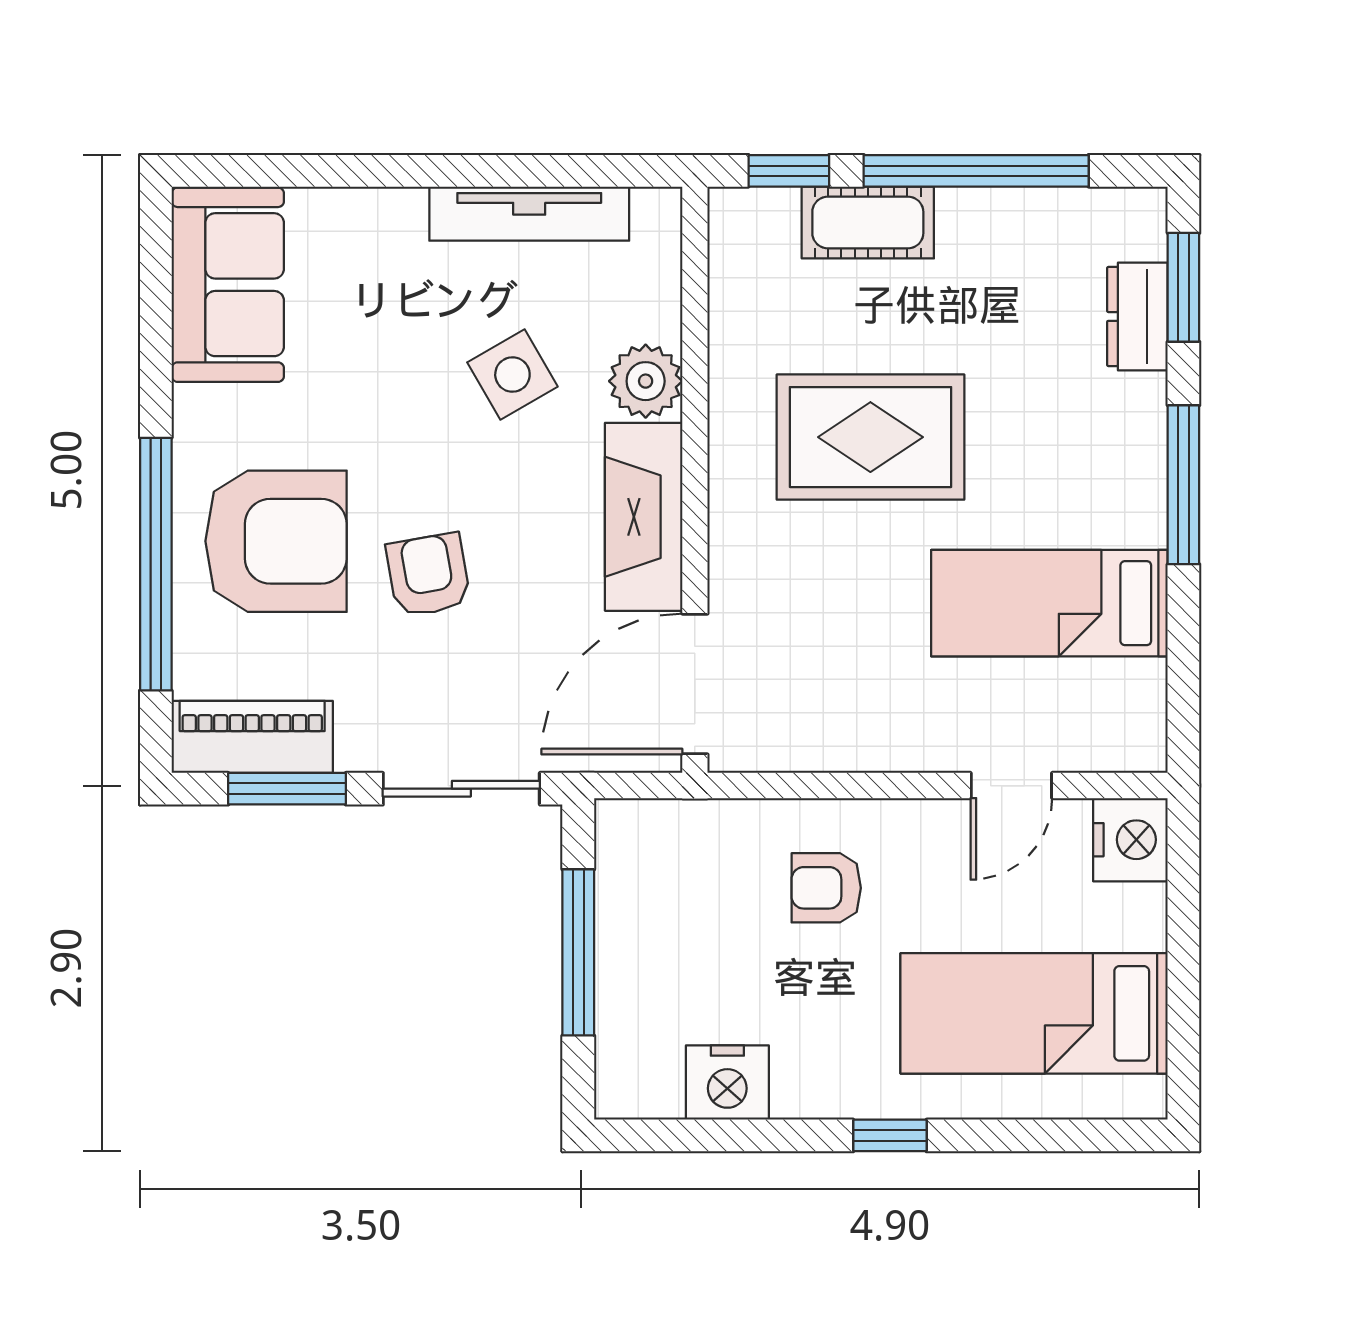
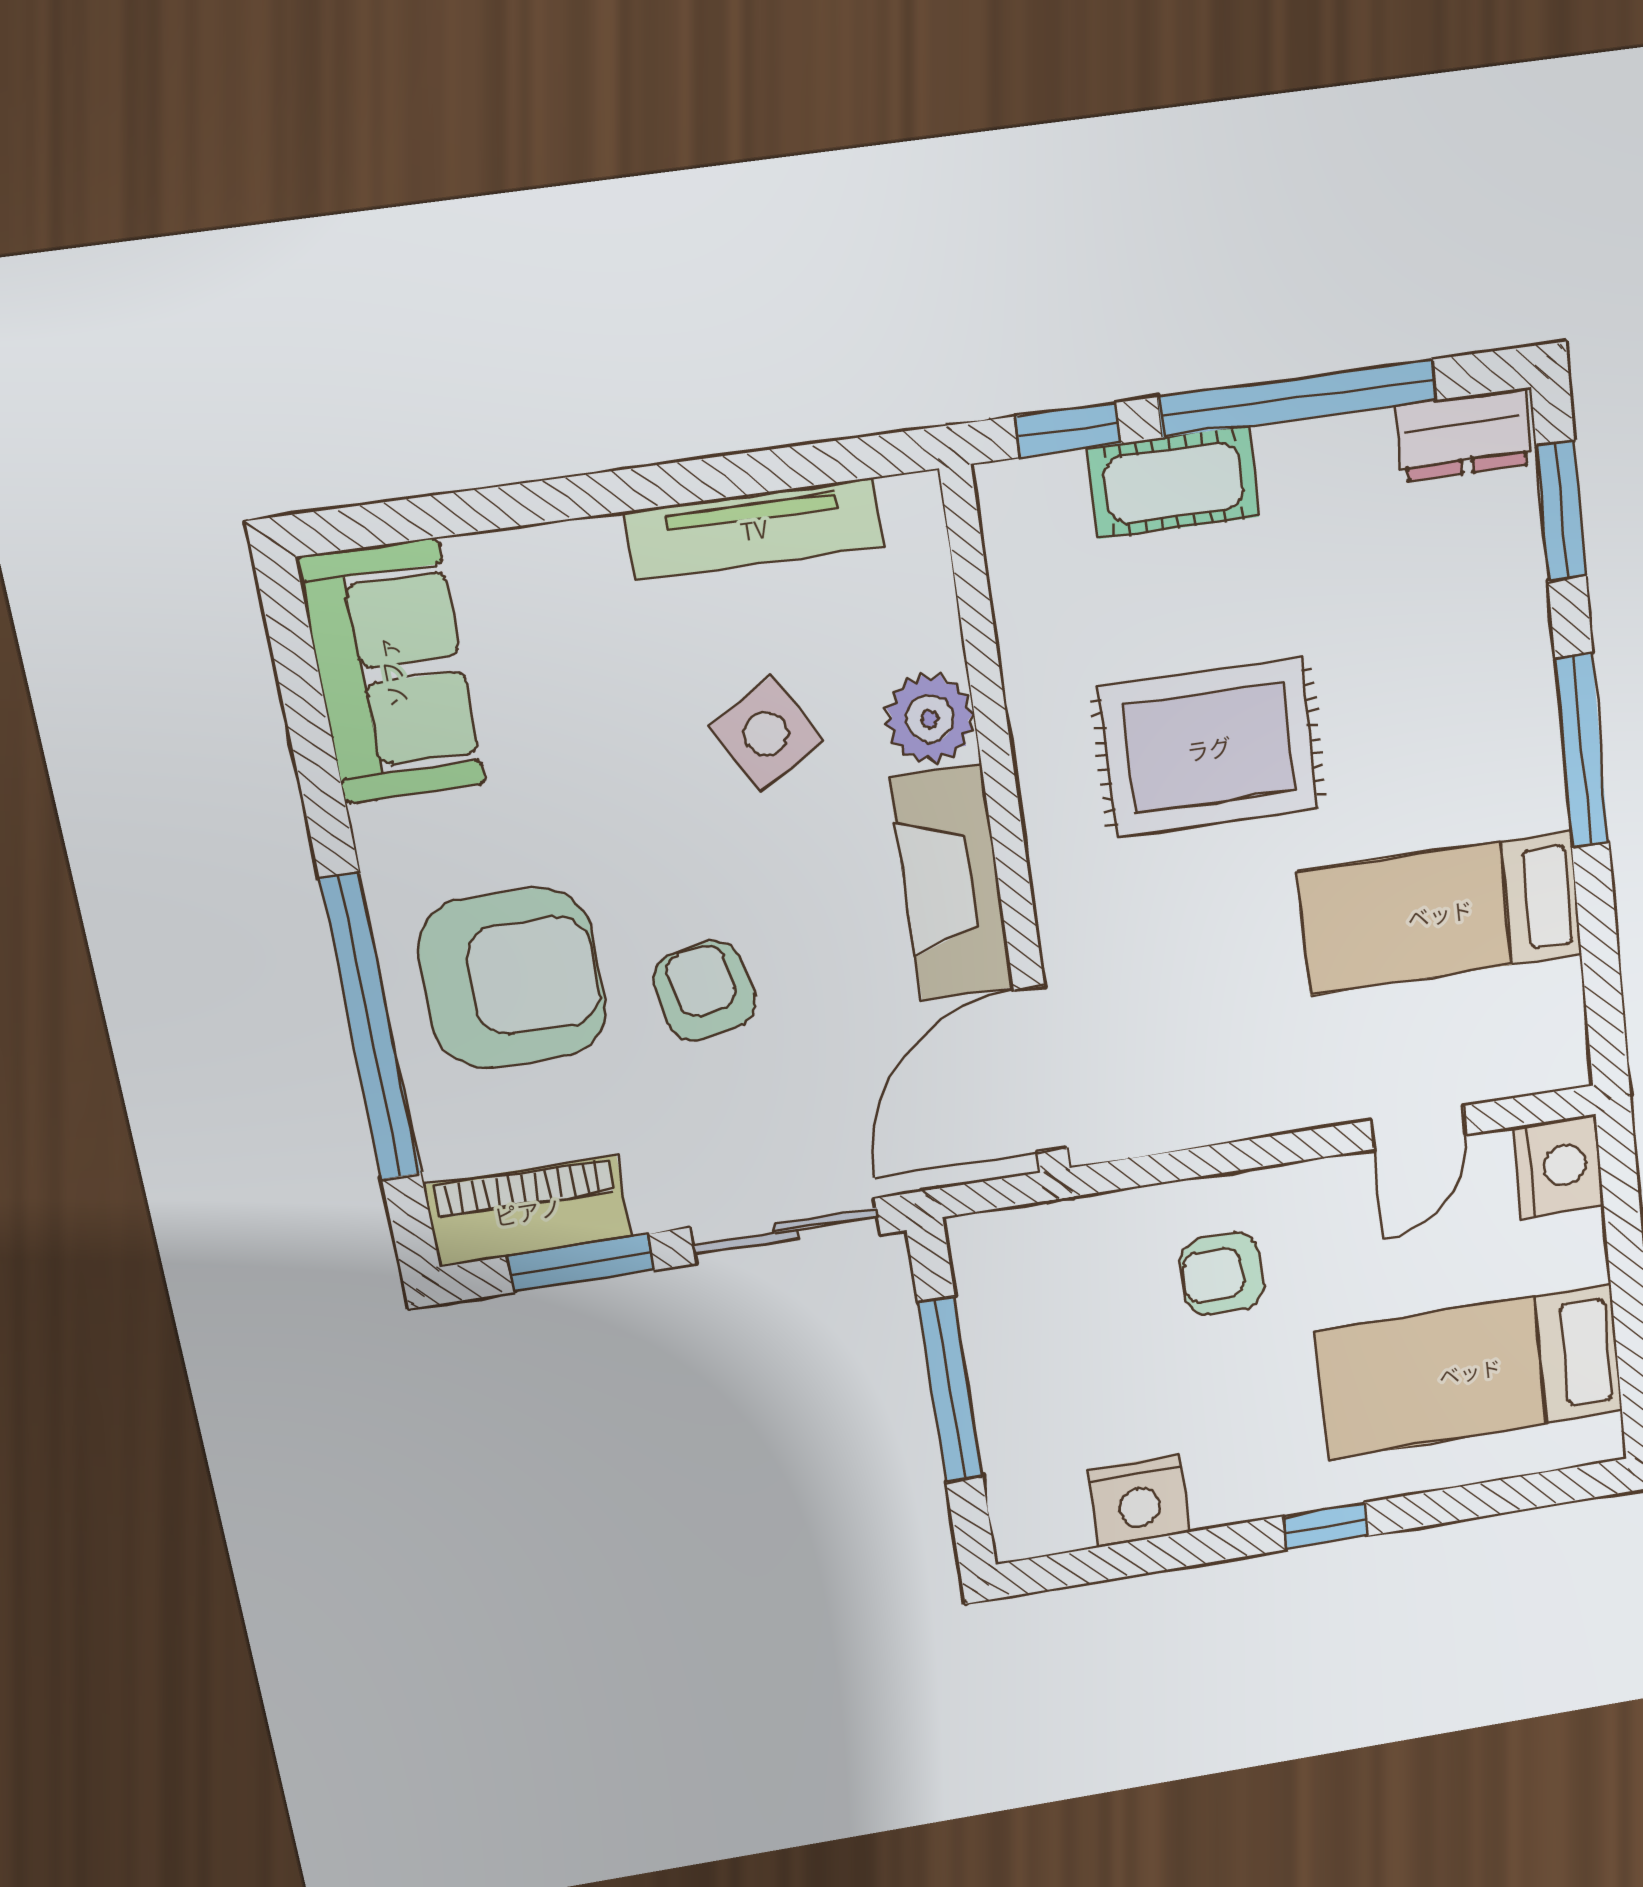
dresser: (1137, 316) -> (1464, 435), moved, turned -90

